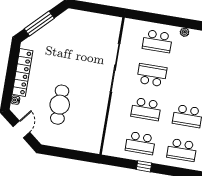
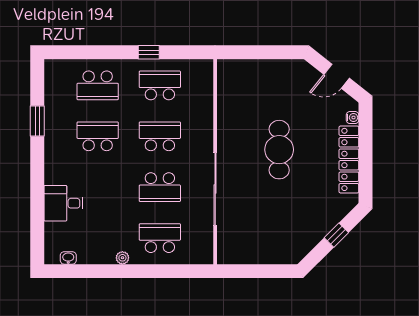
window: (39, 23) -> (336, 235), width x0.46
cafe table: (60, 105) -> (279, 150), moved
door: (21, 129) -> (337, 76), hinge flipped
school desk: (182, 150) -> (98, 85), turned 180

